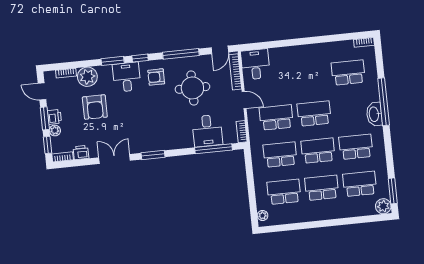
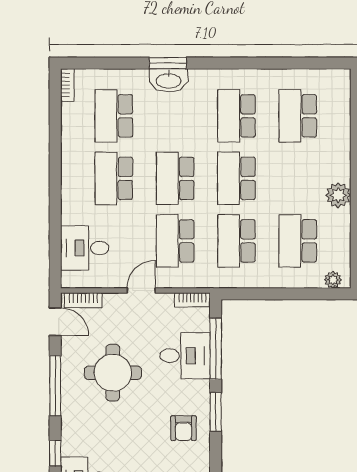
desk: (255, 64) -> (85, 248), moved
bookcase: (235, 72) -> (83, 300), width x0.64
armchair: (156, 77) -> (183, 428), moved
window: (384, 102) -> (168, 63), width x0.47
washbasin: (374, 114) -> (169, 80), moved
window: (153, 155) -> (216, 412), moved
school desk: (322, 188) -> (114, 178), moved
window: (393, 191) -> (315, 63), removed
plant: (383, 206) -> (338, 195), moved

